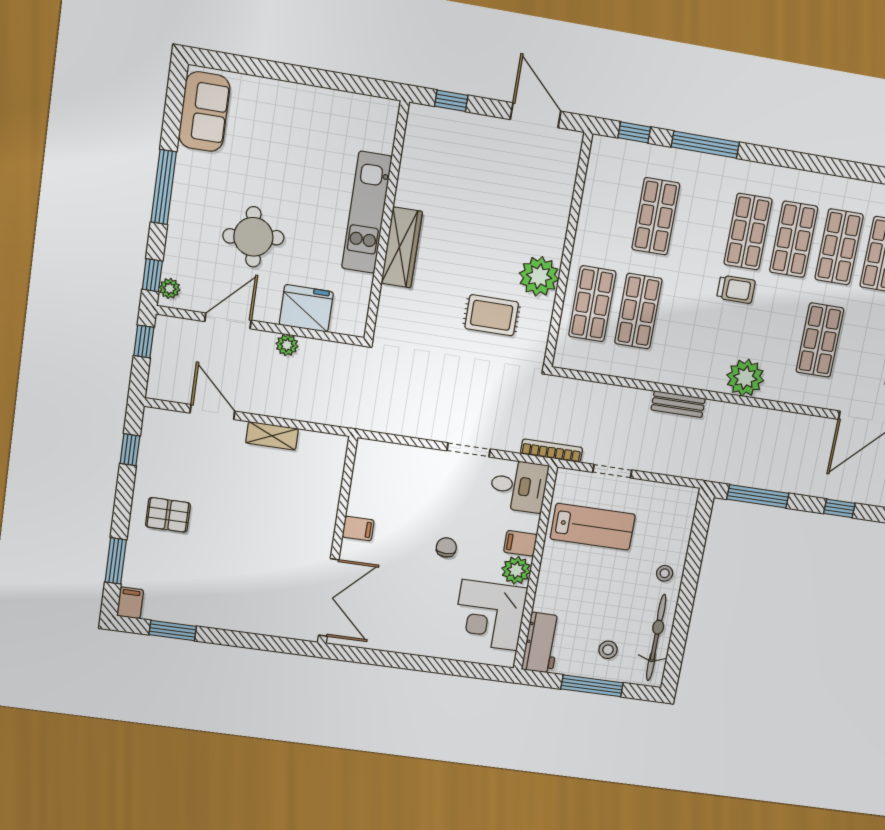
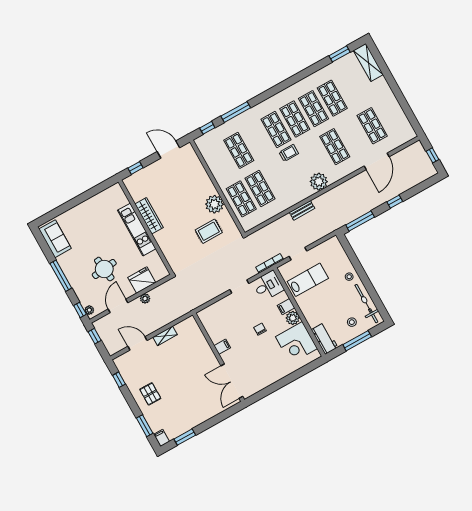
wardrobe: (402, 247) -> (149, 216), moved
pallet: (168, 515) -> (150, 394), turned 90
double door: (329, 598) -> (232, 381), swing flipped

